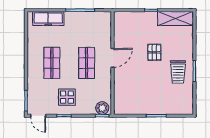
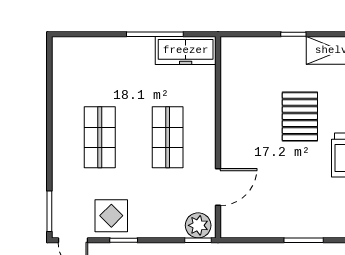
freezer: (48, 19) -> (186, 50), moved
pallet: (154, 52) -> (300, 117), width x1.50, depth x1.42
door: (112, 58) -> (218, 187), moved
display table: (67, 97) -> (111, 216), moved

